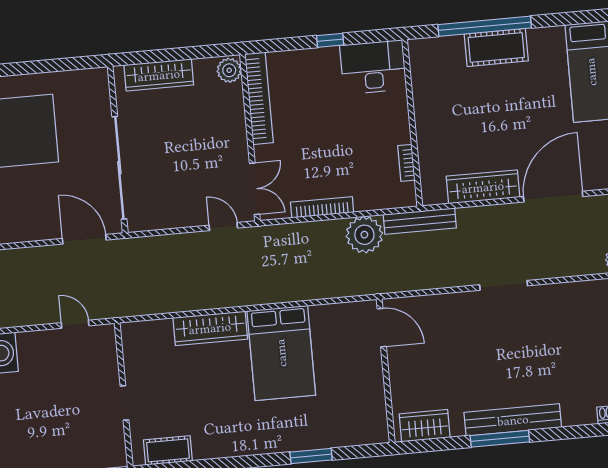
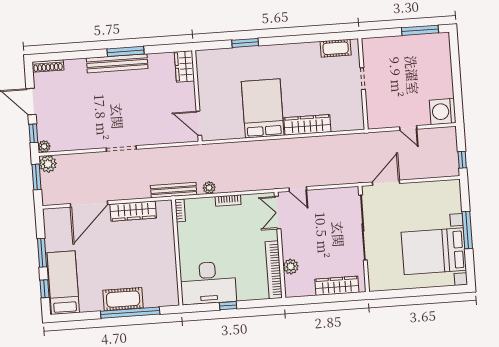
desk: (373, 67) -> (208, 283), width x1.36, depth x1.30
plant: (229, 70) -> (291, 267), moved
bookcase: (406, 163) -> (180, 210), moved
bookcase: (322, 207) -> (228, 201), width x0.64
plant: (364, 235) -> (209, 188), width x0.53, depth x0.53
door: (84, 239) -> (386, 183), swing flipped
door: (75, 324) -> (408, 128), moved
wardrobe: (425, 426) -> (184, 66), moved, turned 90

